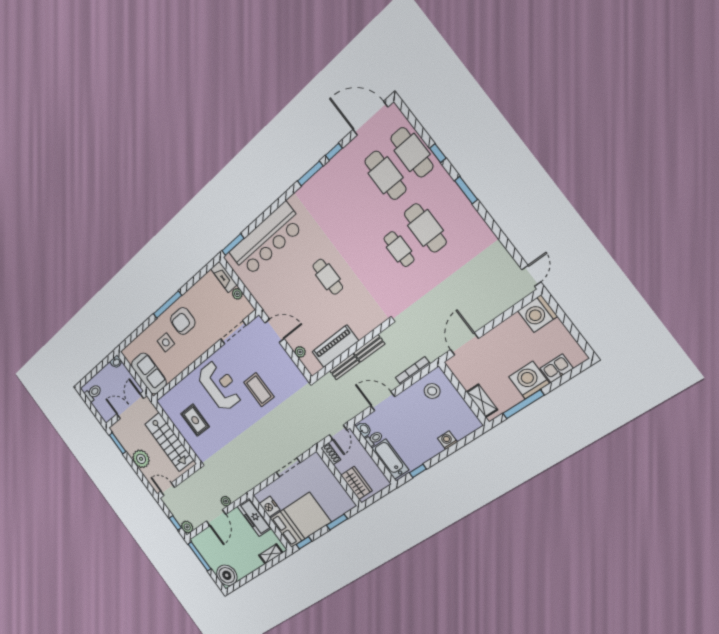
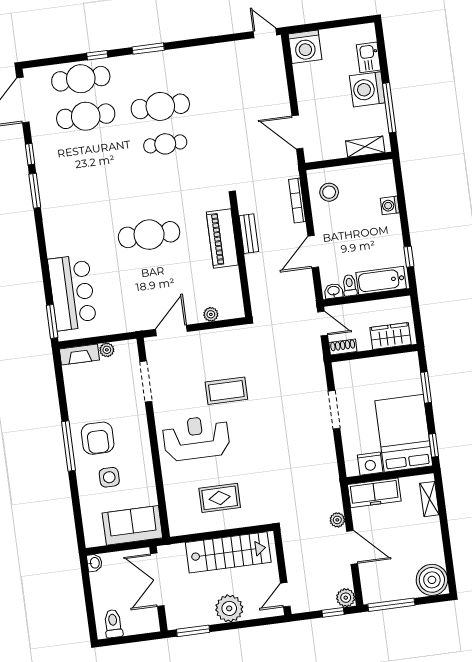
bar counter: (266, 240) -> (72, 293), width x0.73
cafe table: (328, 277) -> (149, 235), width x1.37, depth x1.35
piano: (335, 346) -> (222, 239), moved
bench: (344, 367) -> (254, 273), removed

